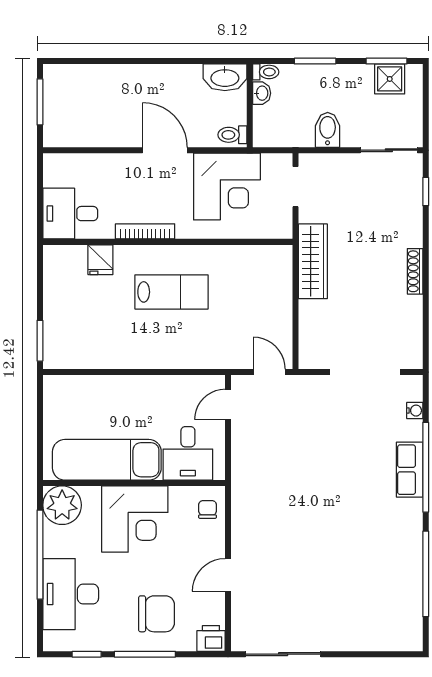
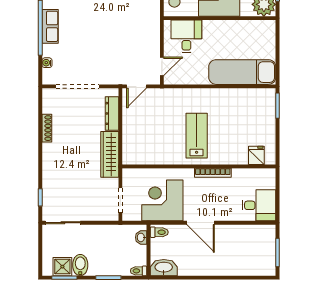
washbasin: (262, 93) -> (141, 237), moved
bidet: (328, 130) -> (80, 265), moved, turned 180
desk: (70, 214) -> (259, 205), moved
fridge: (100, 260) -> (256, 155), moved
shoe rack: (415, 271) -> (47, 128), moved
lab bench: (171, 292) -> (197, 136), turned 90
dresser: (309, 328) -> (112, 113), added
door: (269, 372) -> (137, 86), hinge flipped
exam couch: (107, 460) -> (242, 72), moved, turned 180

